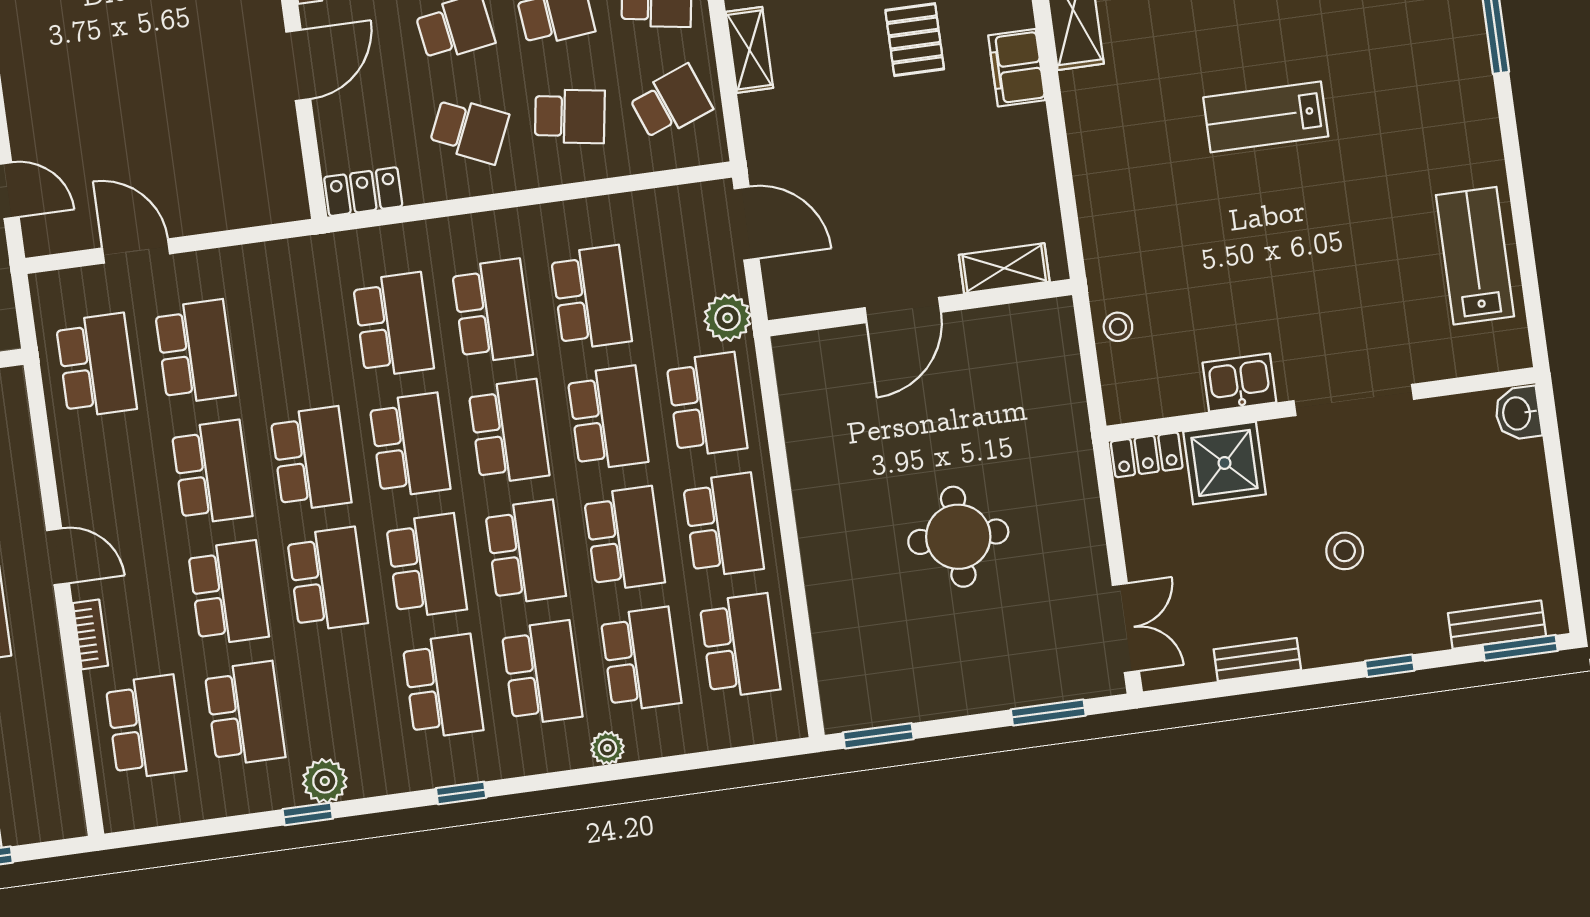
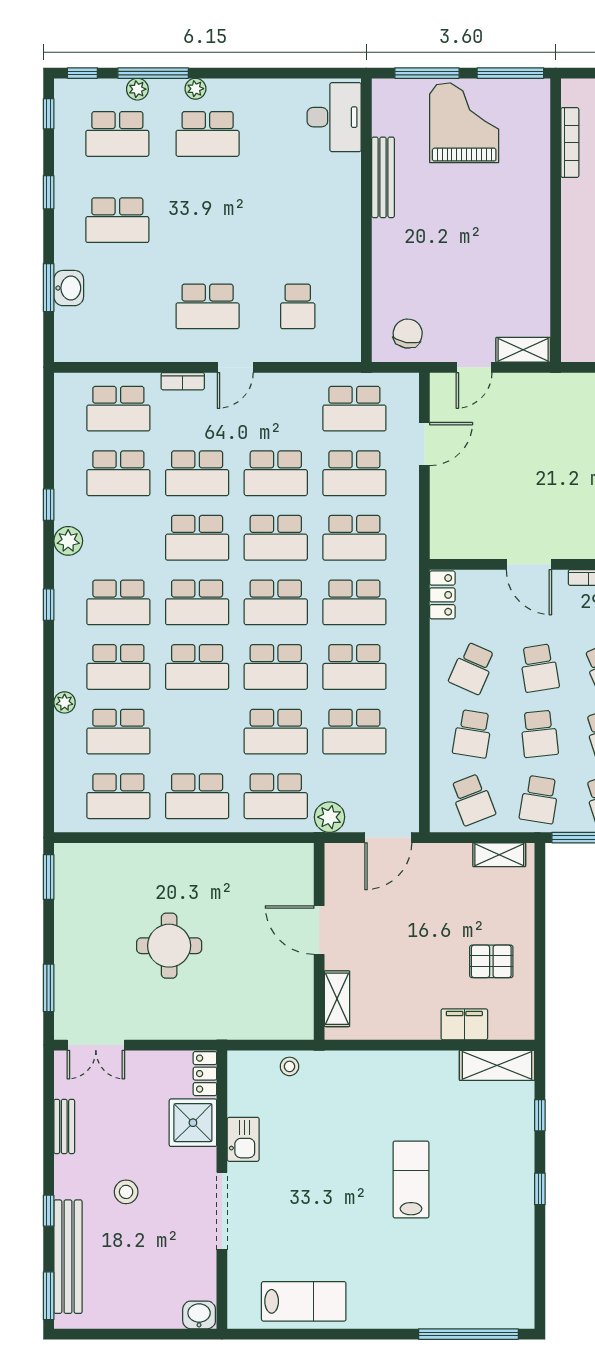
school desk: (624, 539) -> (354, 538), moved
bench: (1497, 625) -> (68, 1257), width x1.86, depth x1.21
plant: (325, 781) -> (68, 541), moved

